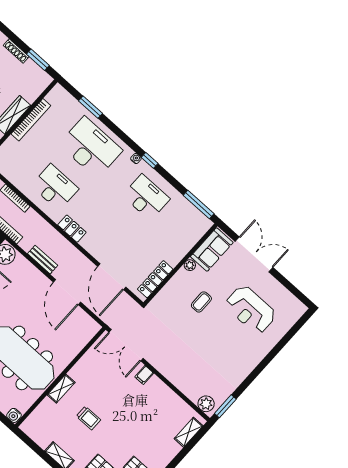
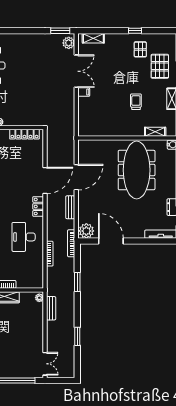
door: (112, 277) -> (45, 180), moved
coffee table: (201, 302) -> (14, 97), removed
double door: (126, 345) -> (76, 71), moved
shelving: (61, 389) -> (155, 132), moved

